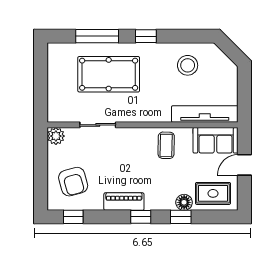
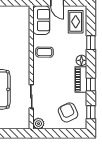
tv unit: (205, 114) -> (24, 27), removed
armchair: (73, 182) -> (68, 112), turned -99
floor lamp: (184, 202) -> (81, 60), moved
window: (141, 217) -> (91, 85), moved

